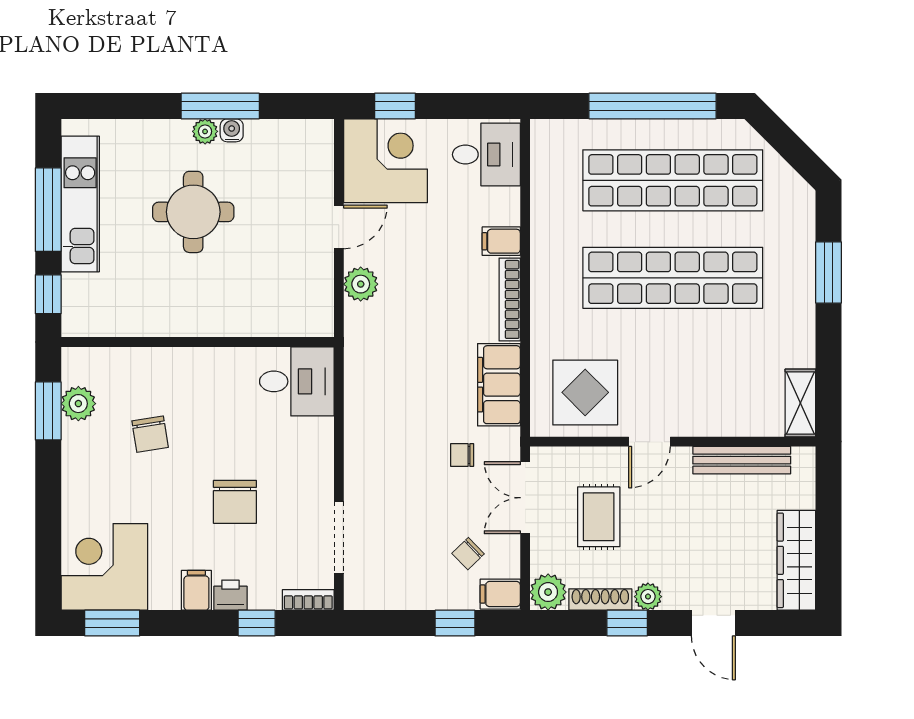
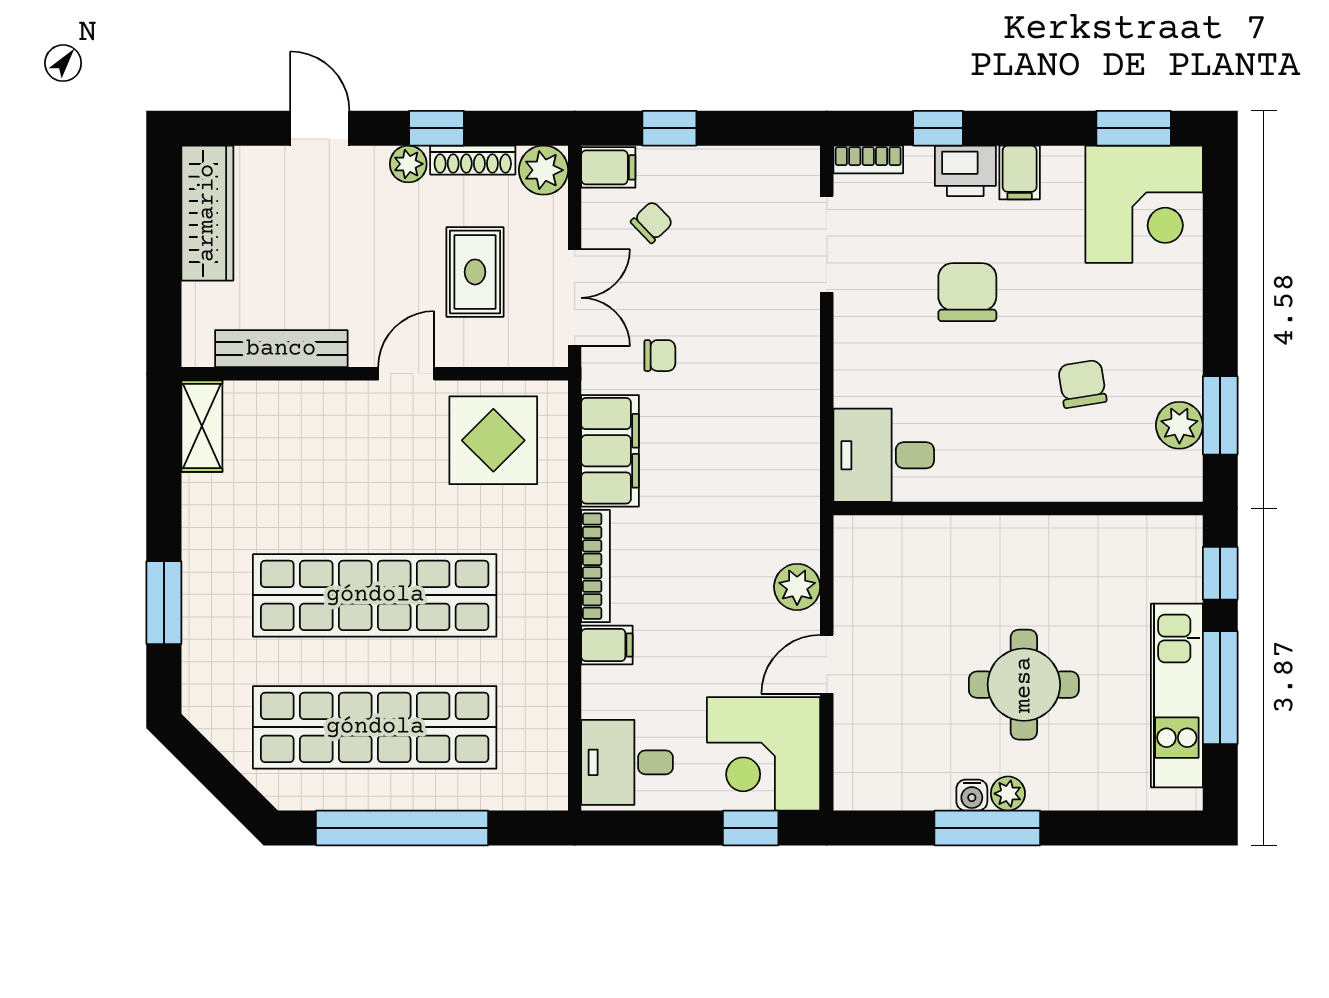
printer: (230, 595) -> (965, 171), width x1.36, depth x1.24

